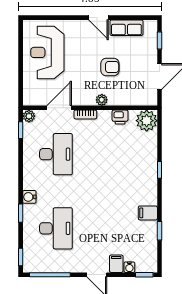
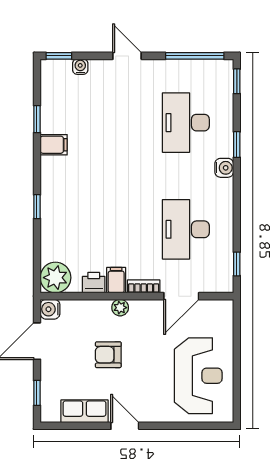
water cooler: (150, 99) -> (50, 309), added
plant: (29, 116) -> (225, 284), removed
filing cabinet: (116, 264) -> (116, 280), moved, turned 180

